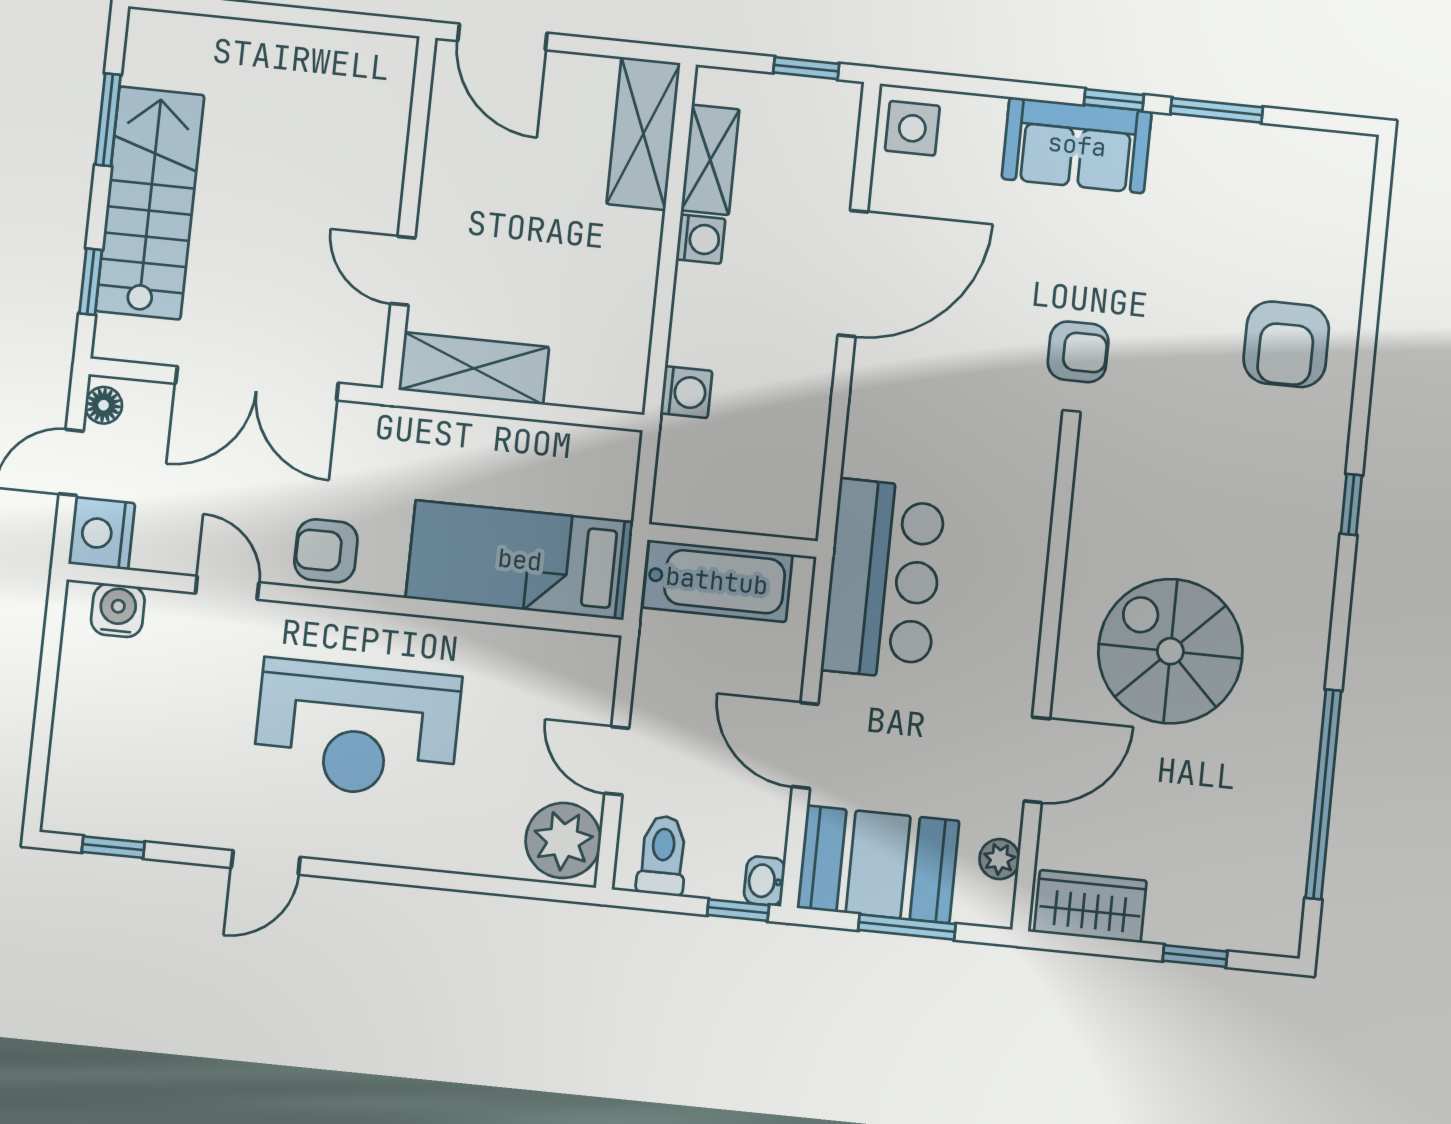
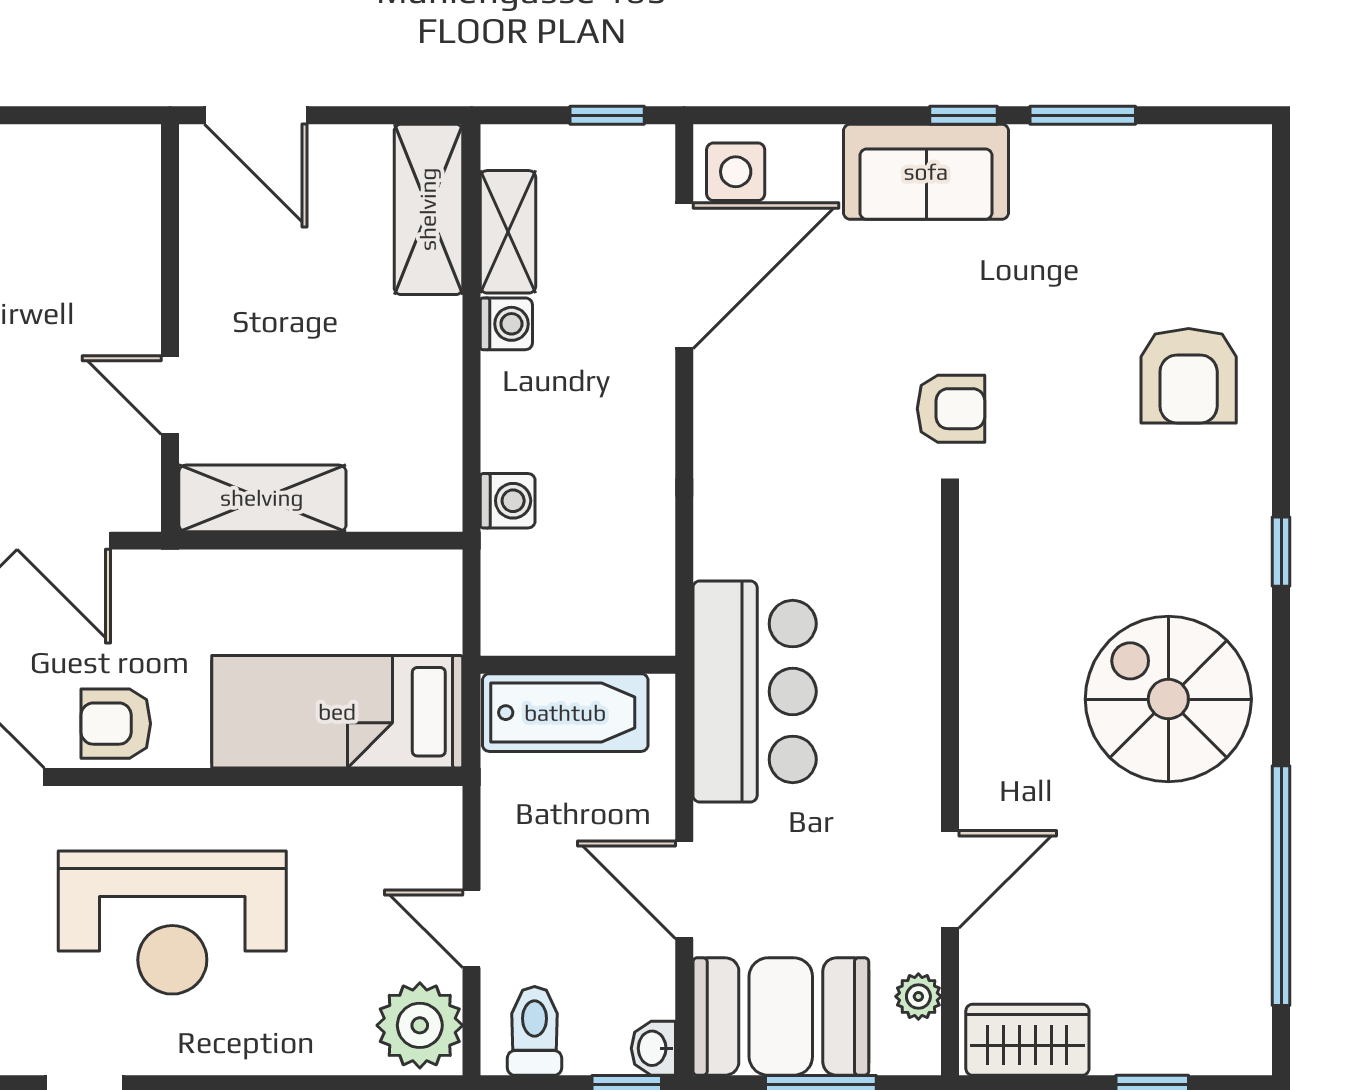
door: (853, 273) -> (684, 276), moved
spiral stairs: (1170, 651) -> (1168, 699), moved

